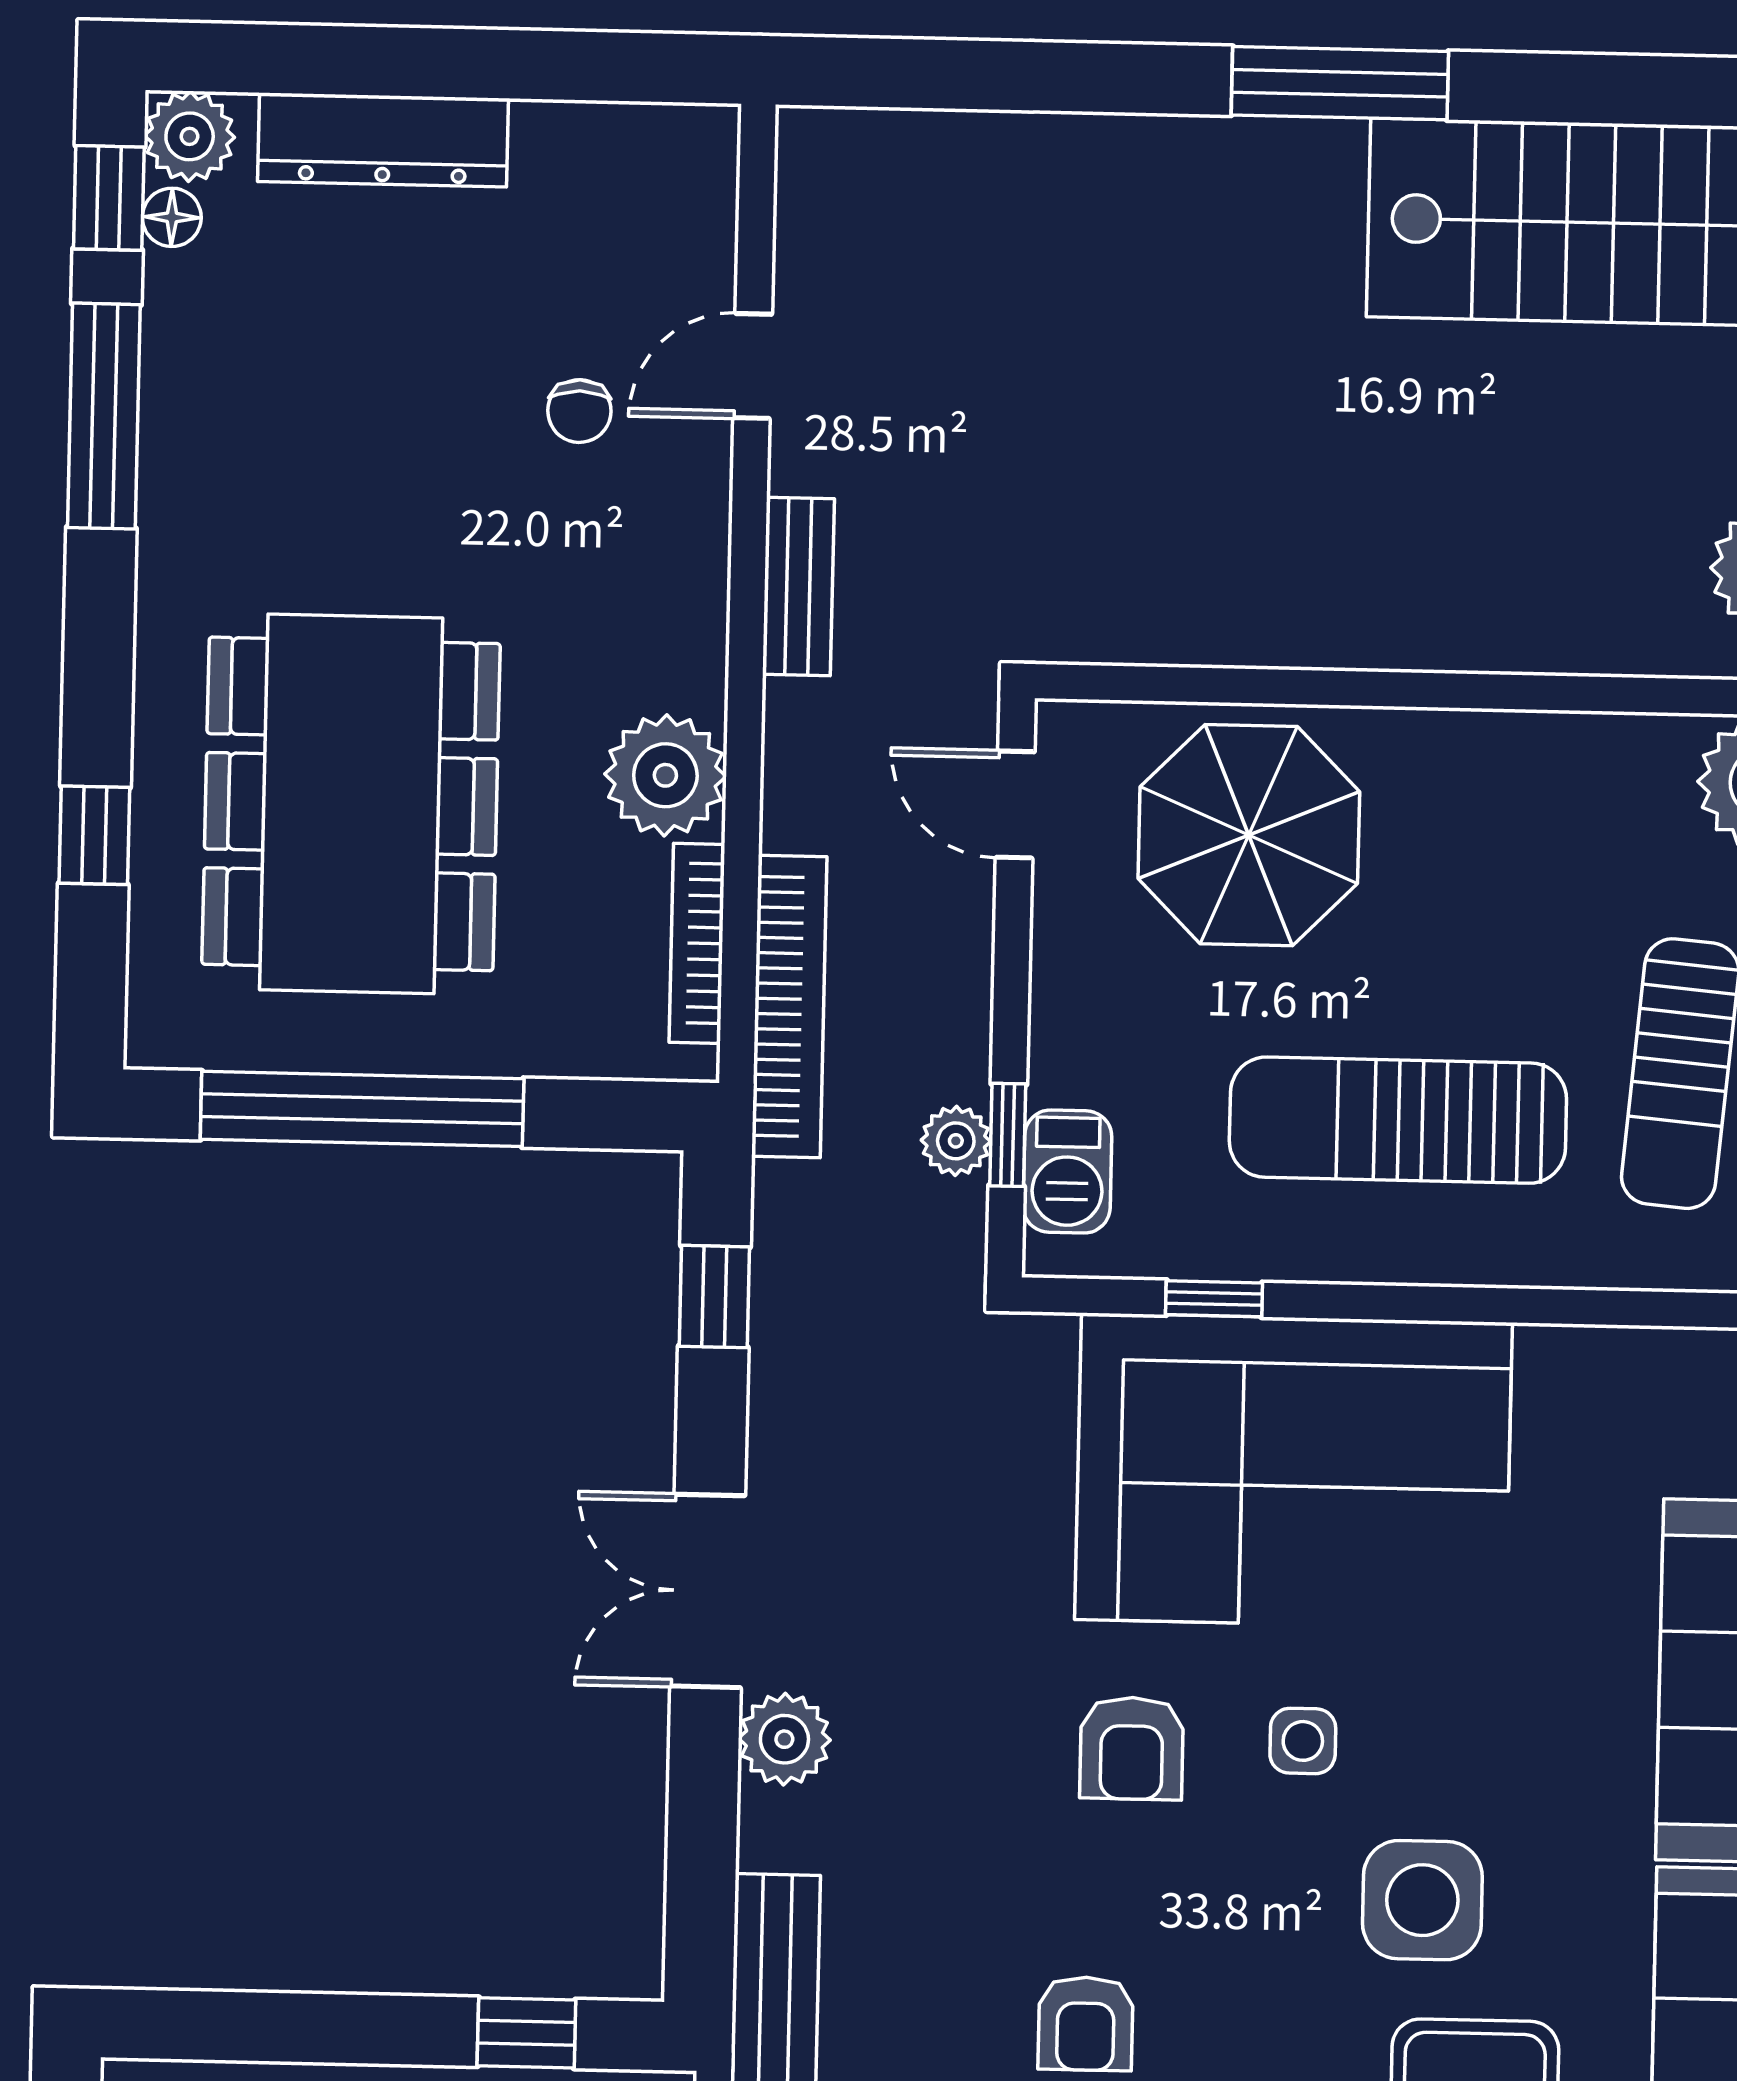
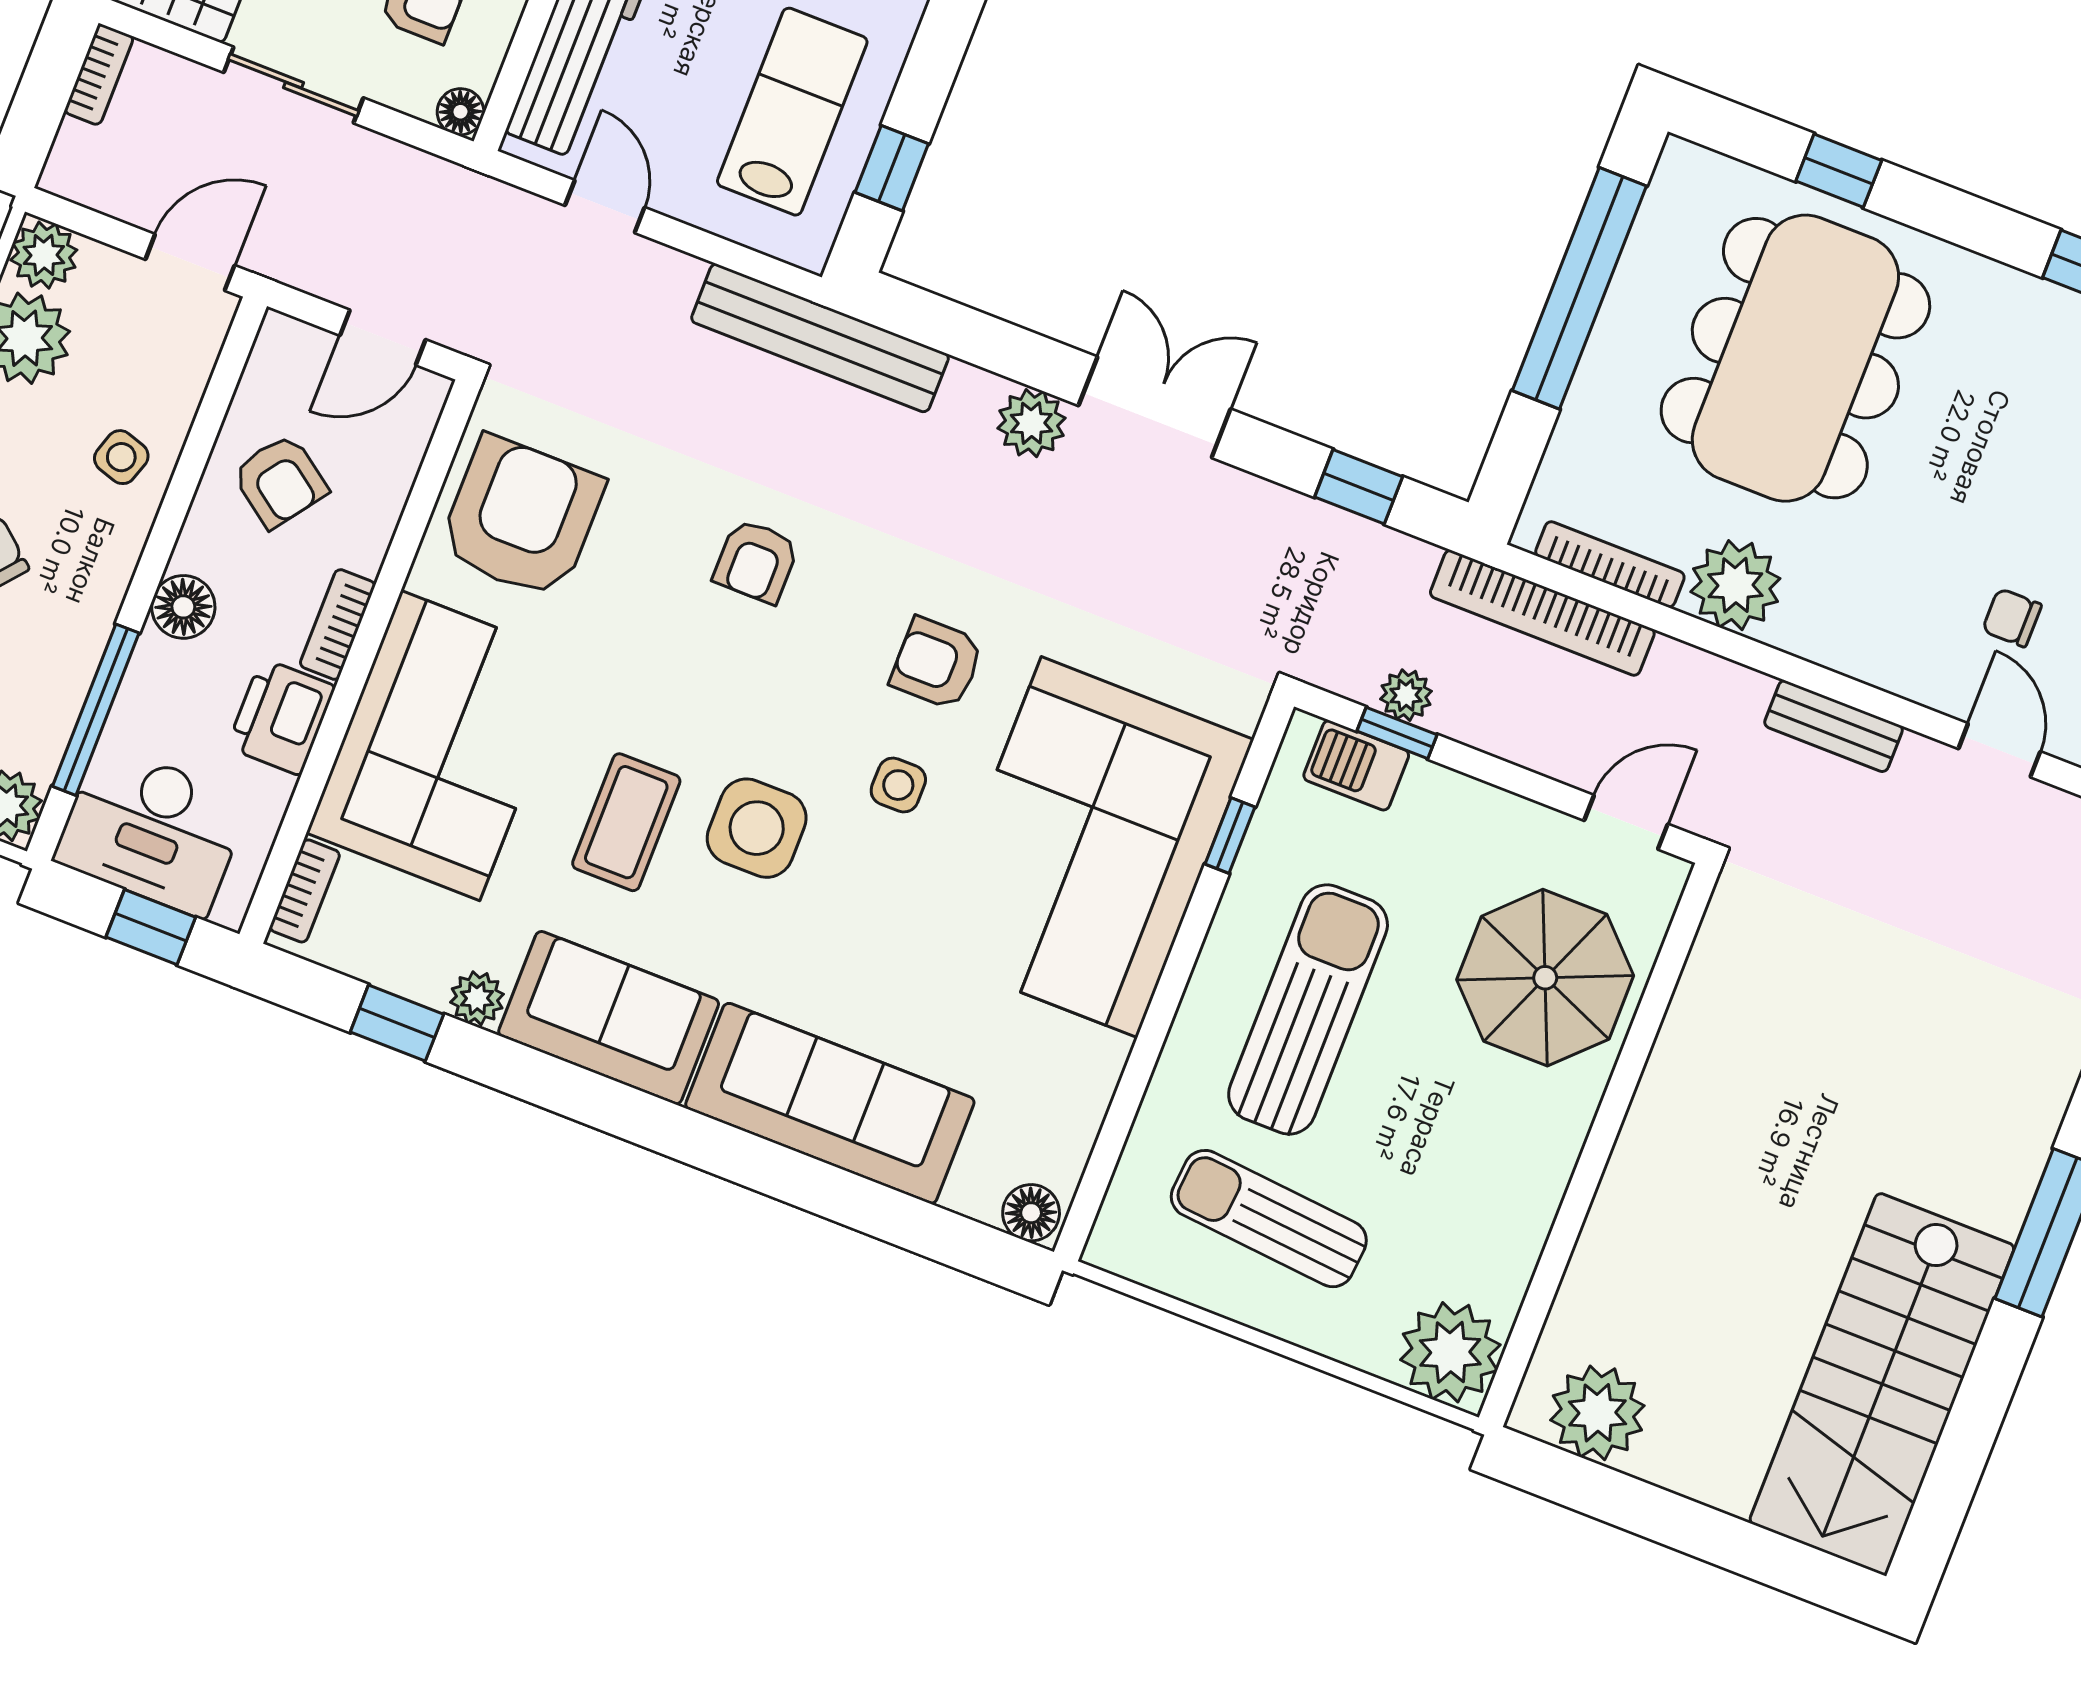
dining table: (351, 804) -> (1795, 358), turned 90
armchair: (1086, 2024) -> (756, 561), turned -90

